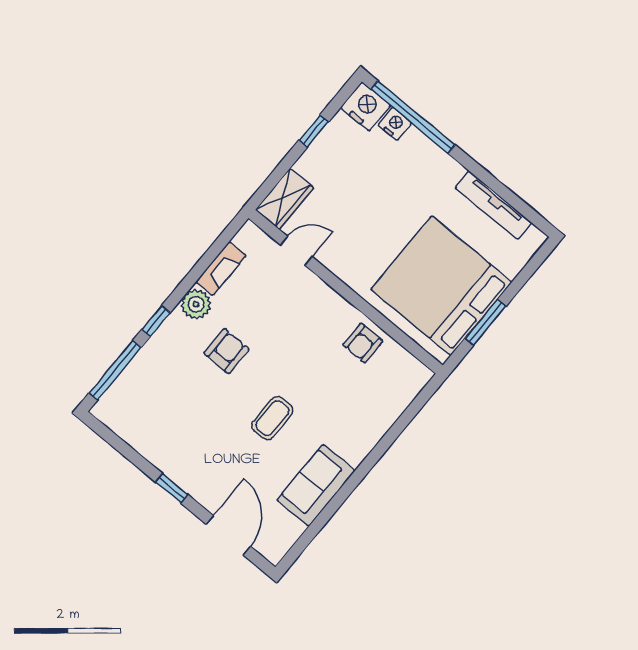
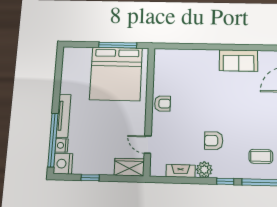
tv unit: (493, 205) -> (63, 116), moved
window: (485, 322) -> (118, 45), width x1.44
armchair: (363, 343) -> (162, 104), moved
coffee table: (272, 418) -> (261, 156), moved

